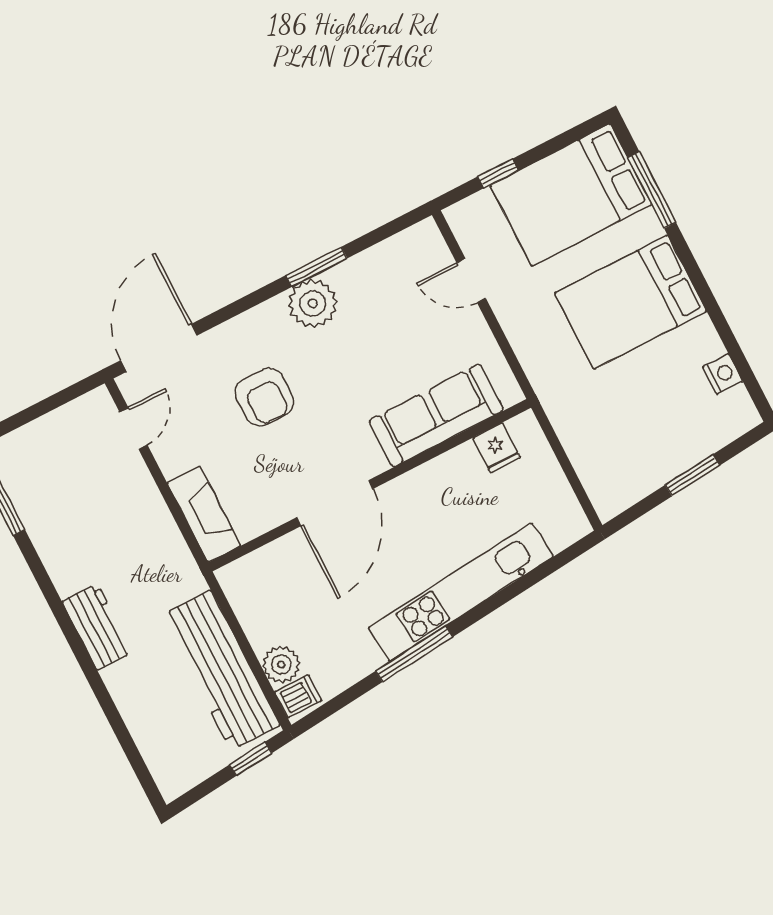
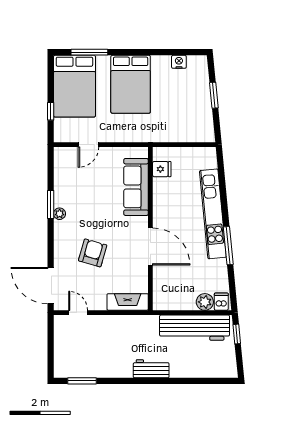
plant: (313, 303) -> (60, 214), width x0.53, depth x0.53
armchair: (264, 397) -> (93, 253), turned -74

